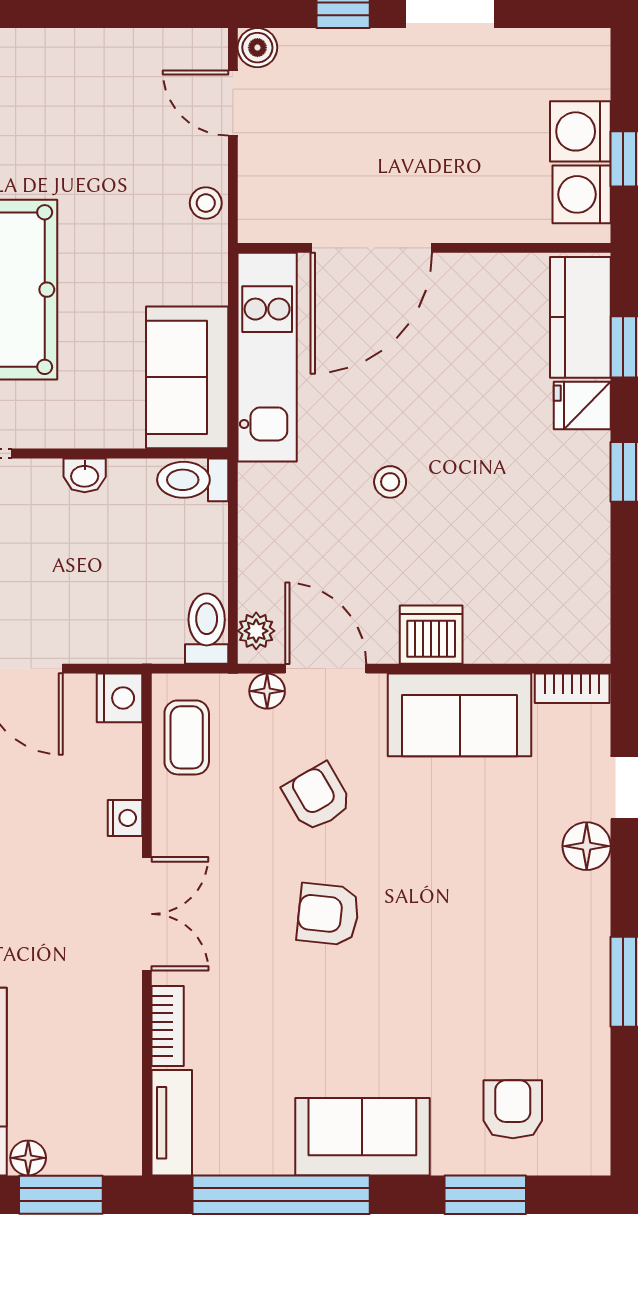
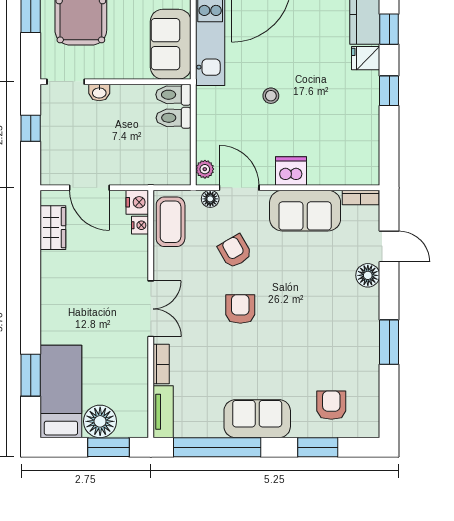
washbasin: (85, 475) -> (99, 92), moved
toilet: (207, 629) -> (174, 118), moved, turned -90
coffee table: (187, 737) -> (171, 222), width x1.36, depth x1.30
nightstand: (125, 818) -> (140, 225), moved
armchair: (328, 914) -> (240, 309), turned 84
floor lamp: (28, 1158) -> (100, 421), width x1.89, depth x1.89

